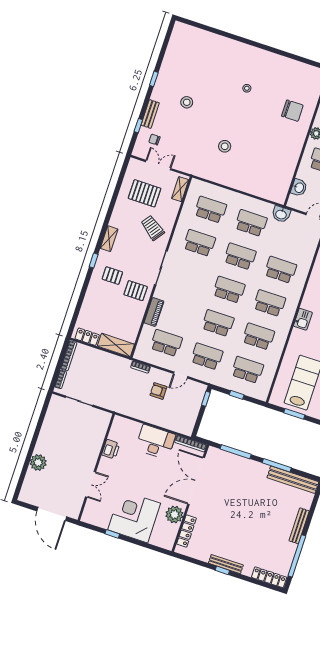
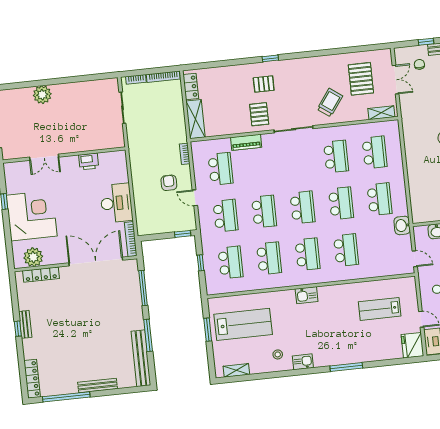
shelving: (109, 239) -> (299, 64), removed
pallet: (112, 276) -> (264, 84), turned 90
plant: (174, 515) -> (33, 257), moved
bench: (226, 564) -> (25, 324), width x0.73

